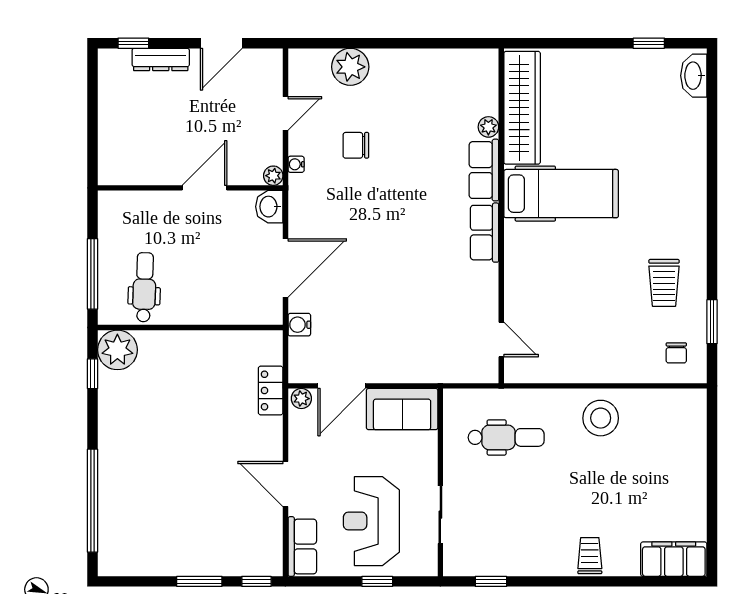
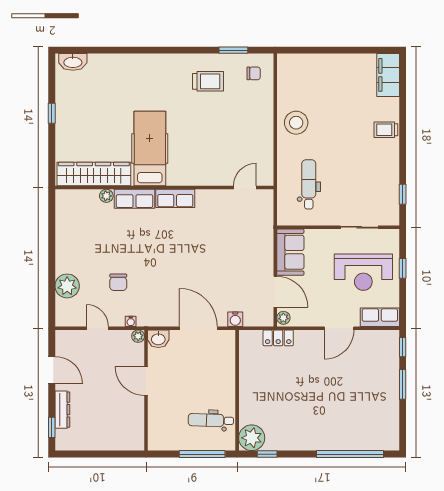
window: (649, 43) -> (52, 113), moved

